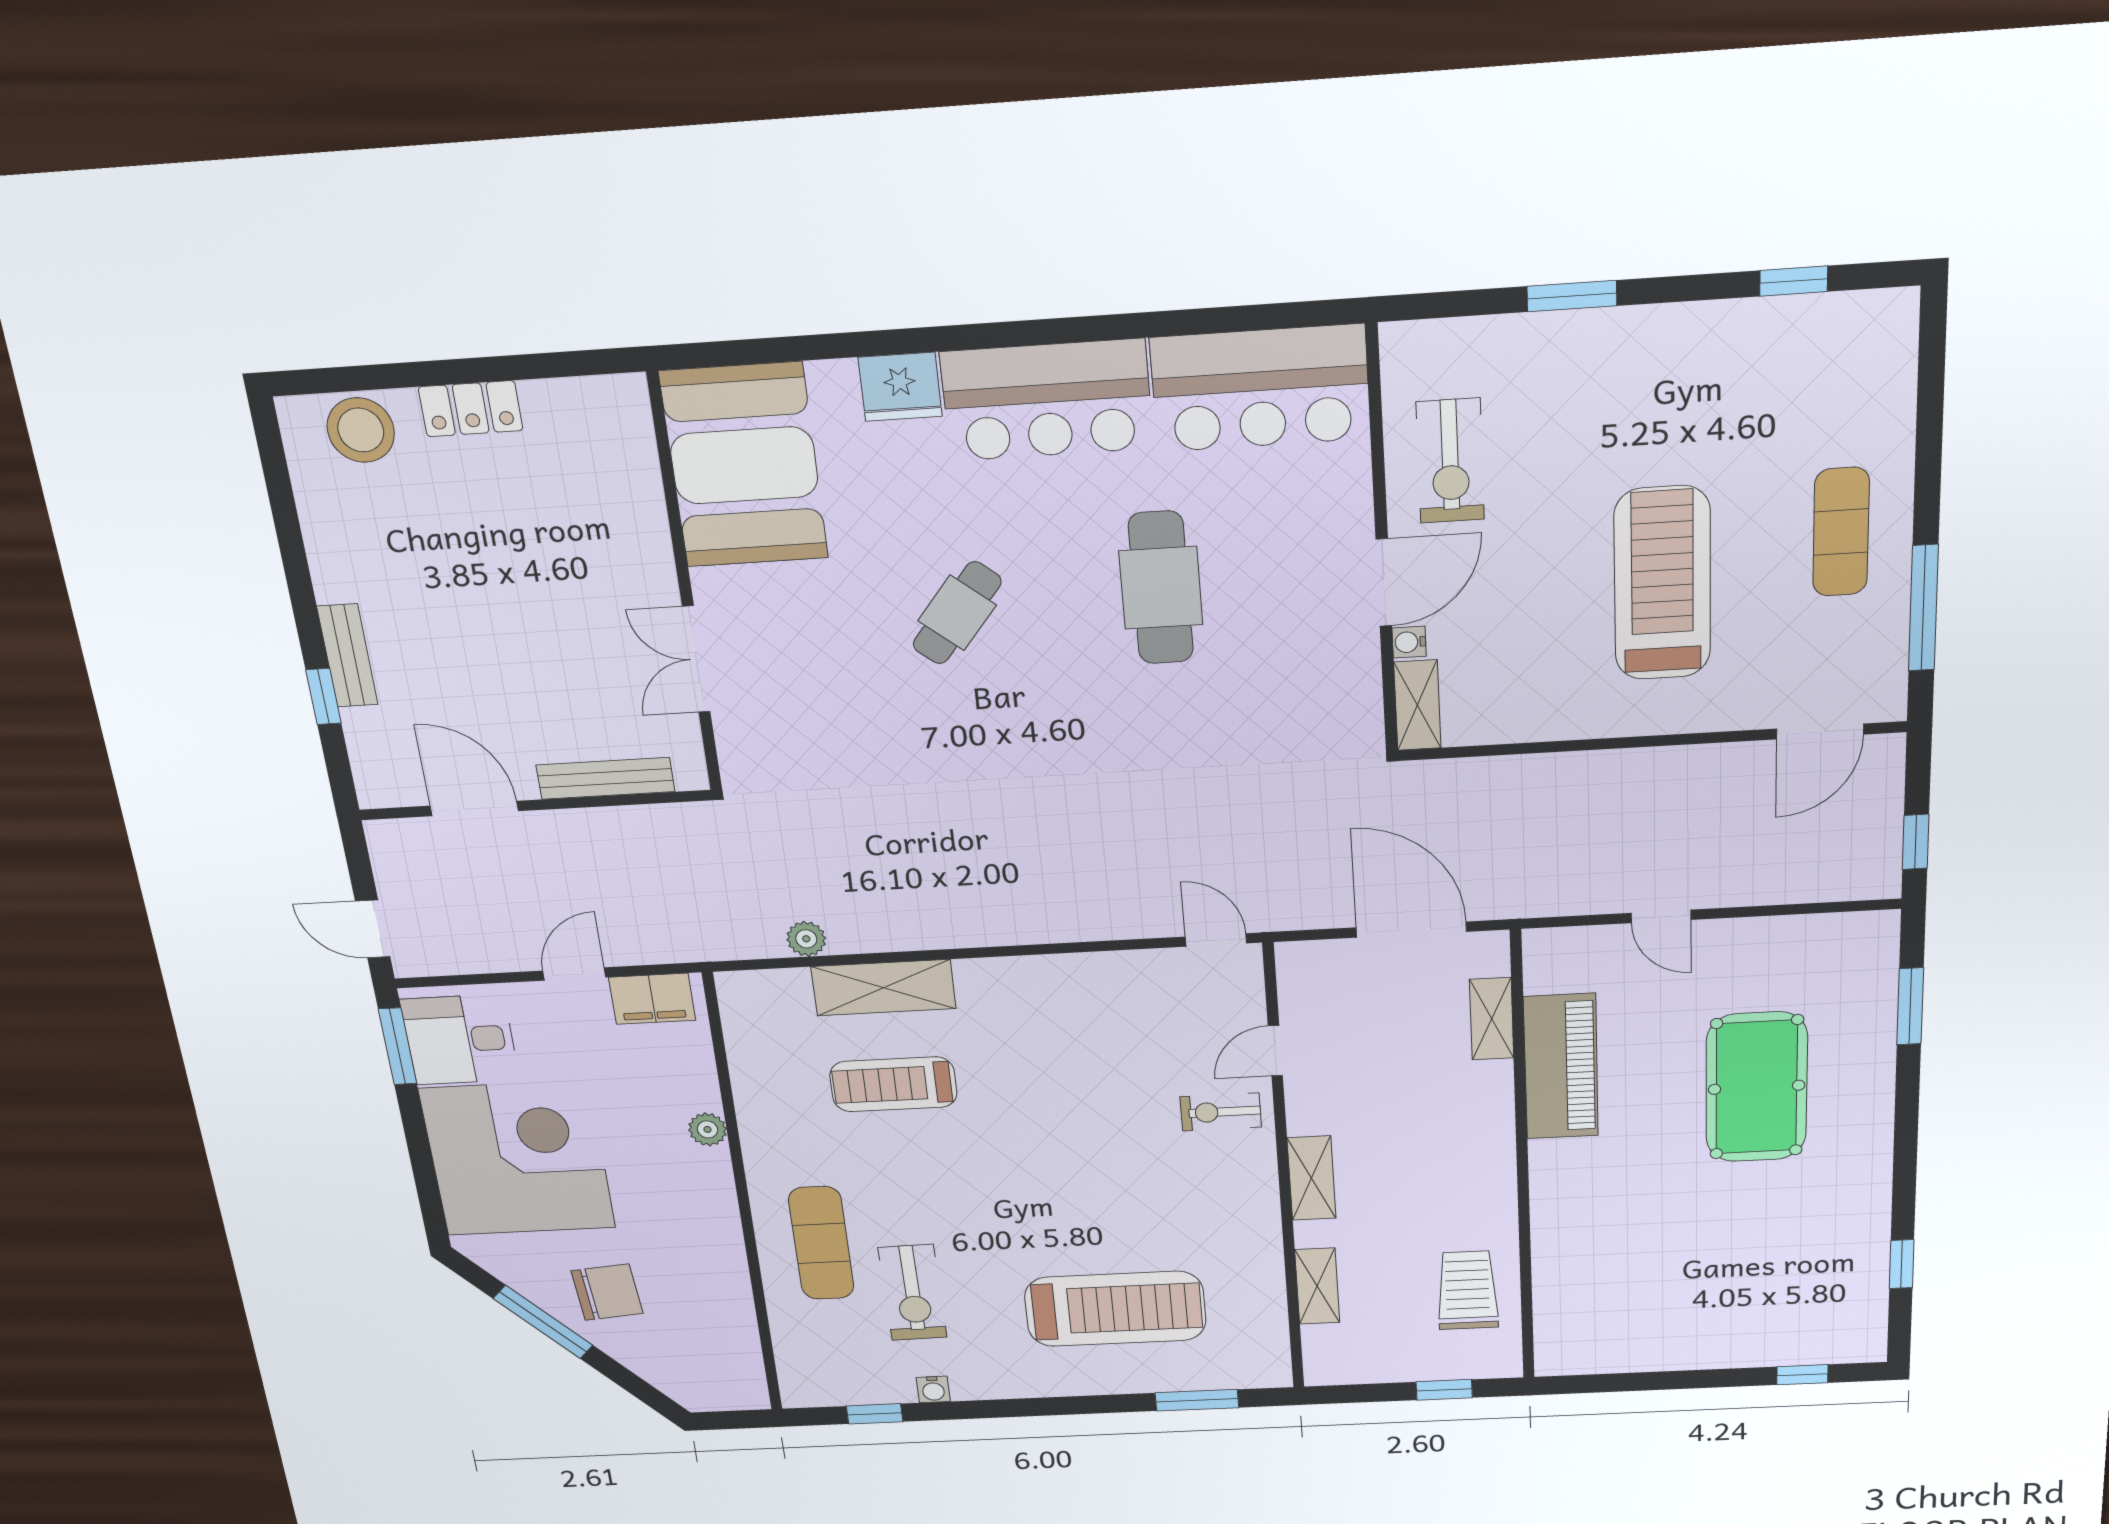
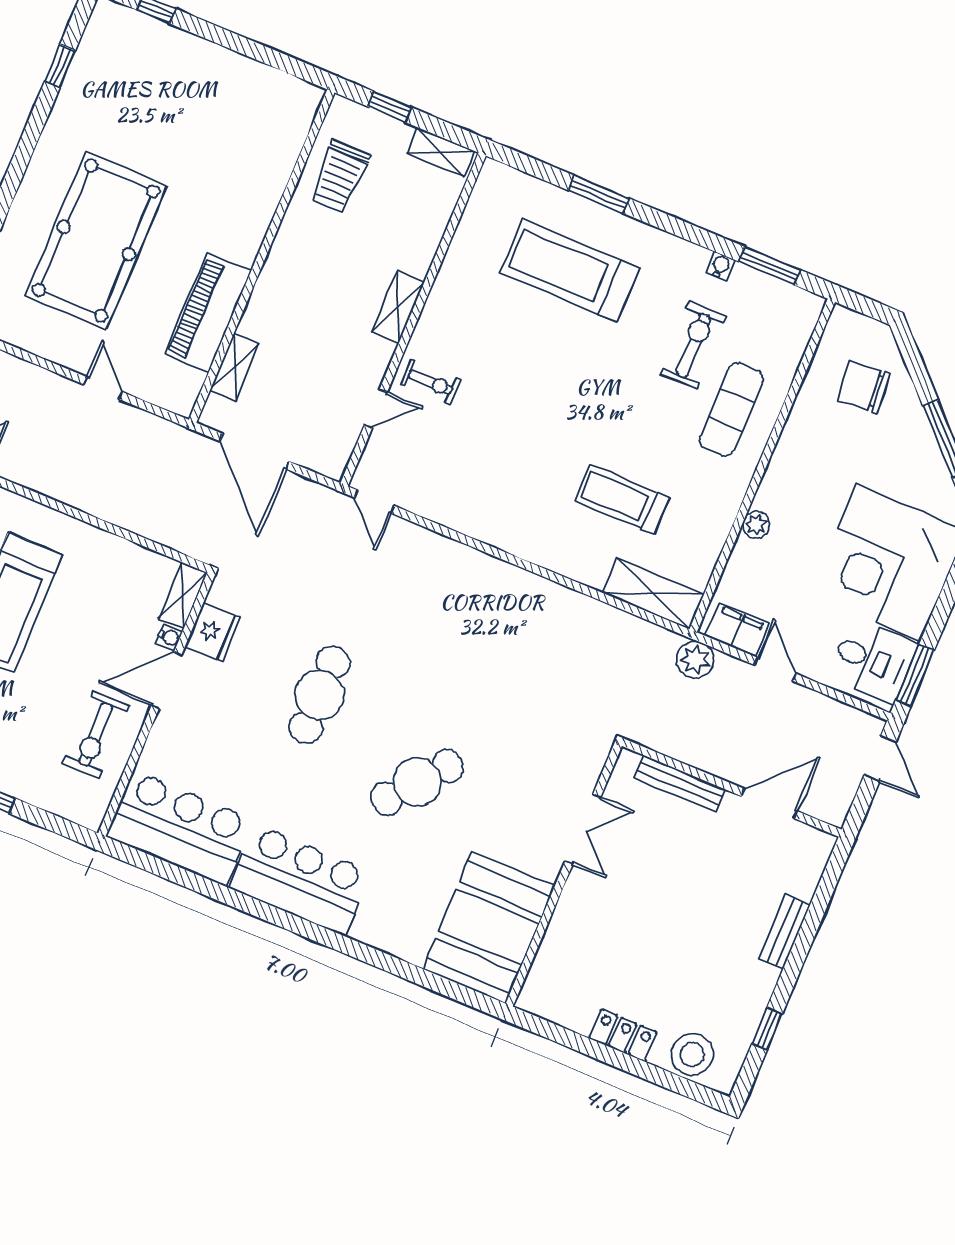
fridge: (900, 387) -> (213, 632), moved, turned 90
exercise bike: (1450, 461) -> (96, 734), turned 180
cafe table: (1161, 588) -> (319, 695), moved
cafe table: (957, 613) -> (417, 782), width x1.37, depth x1.35
window: (323, 697) -> (767, 1029), moved
door: (474, 808) -> (769, 804), swing flipped
plant: (806, 939) -> (695, 660), moved, width x1.38, depth x1.38
door: (574, 974) -> (775, 669), swing flipped
shelving: (883, 988) -> (653, 594), moved
treadmill: (893, 1084) -> (622, 499), turned 180
pool table: (1757, 1087) -> (96, 241), width x1.36, depth x1.32
shelving: (1317, 1286) -> (441, 152), moved, turned 90
chair: (607, 1292) -> (864, 387), moved
window: (1197, 1400) -> (598, 194), moved
window: (875, 1414) -> (769, 266), width x1.50

